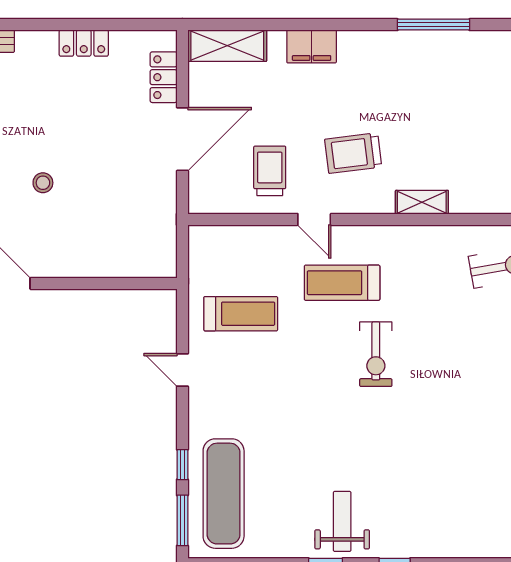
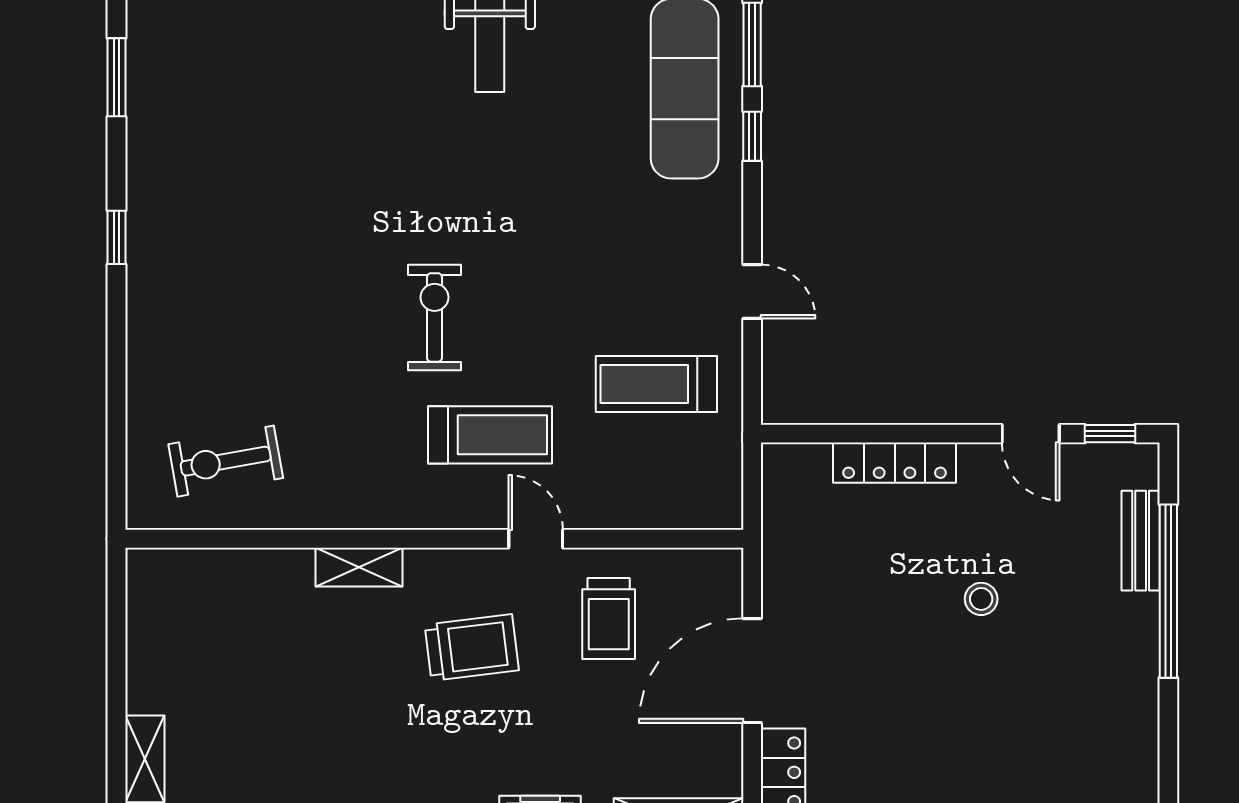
locker: (96, 266) -> (895, 463), added

